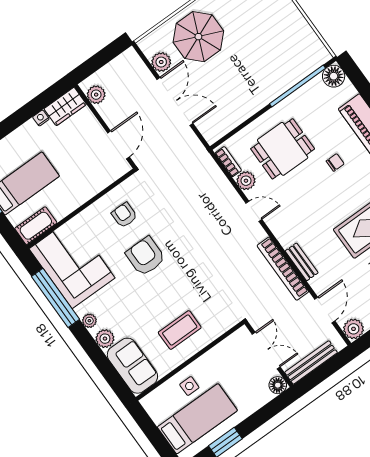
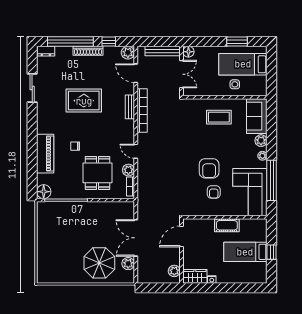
dining table: (283, 149) -> (98, 173), turned 90
armchair: (124, 215) -> (214, 192), moved
cot: (36, 226) -> (227, 225), moved
door: (325, 310) -> (136, 73), hinge flipped
double door: (266, 350) -> (182, 74), swing flipped

